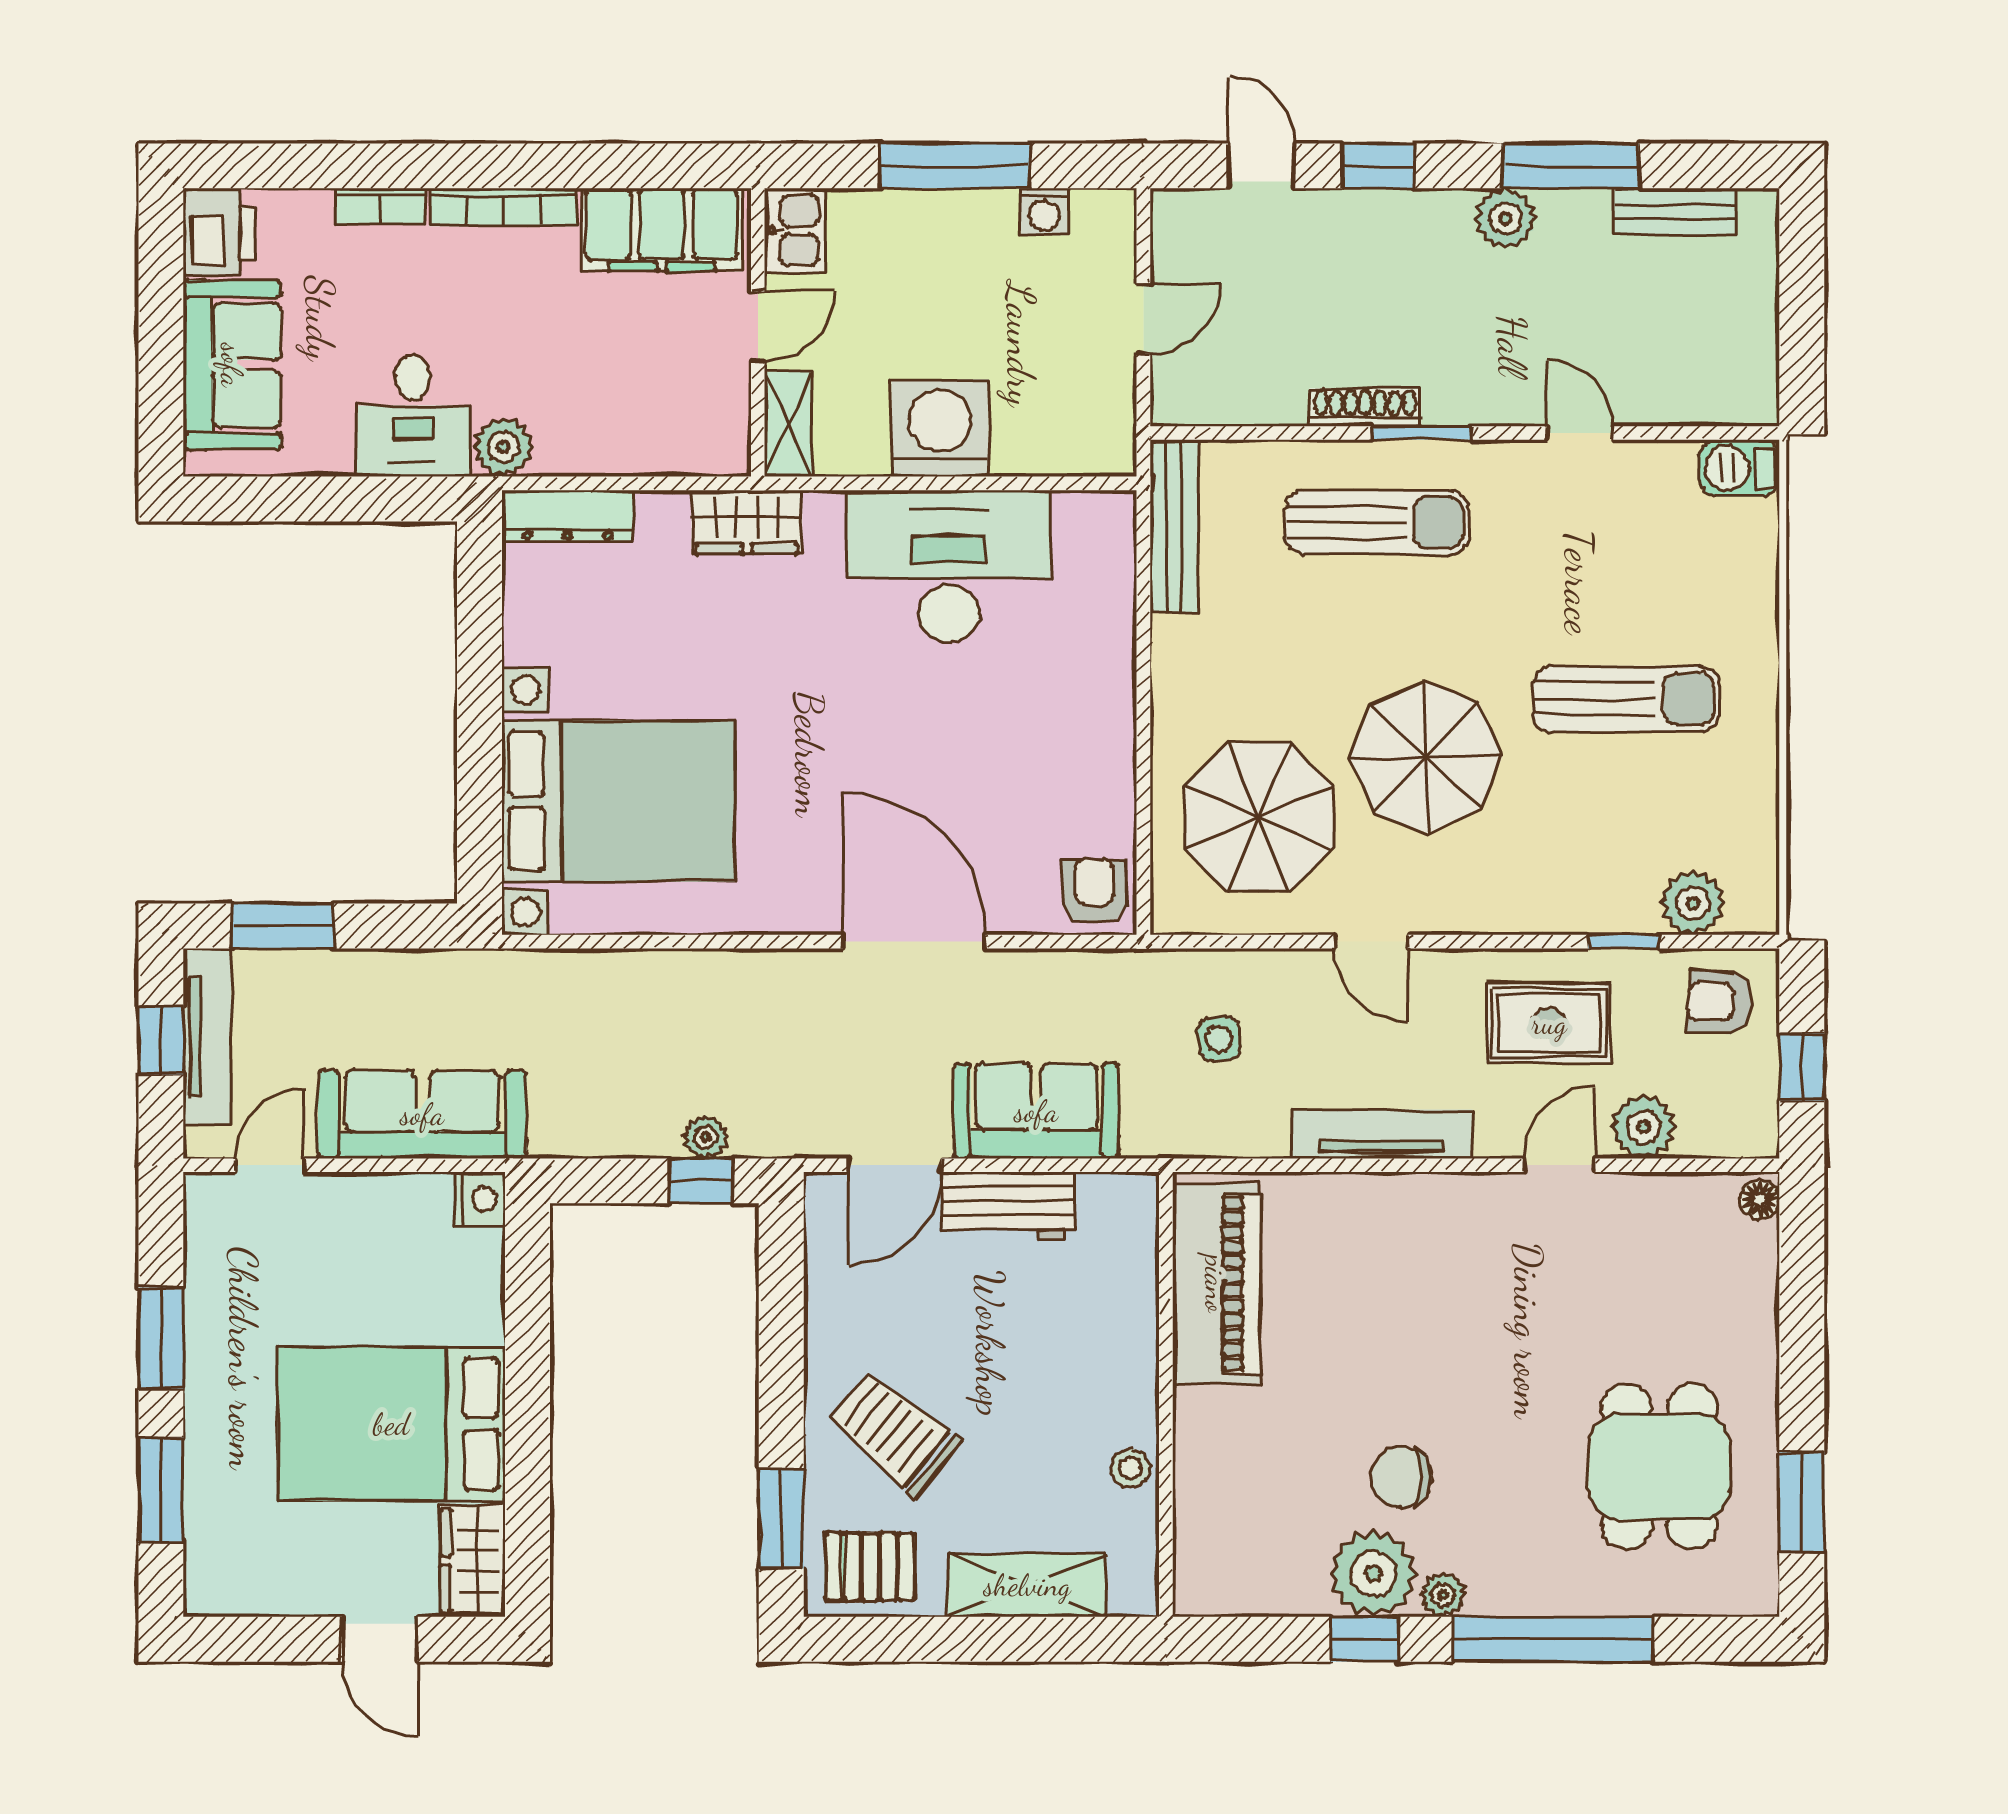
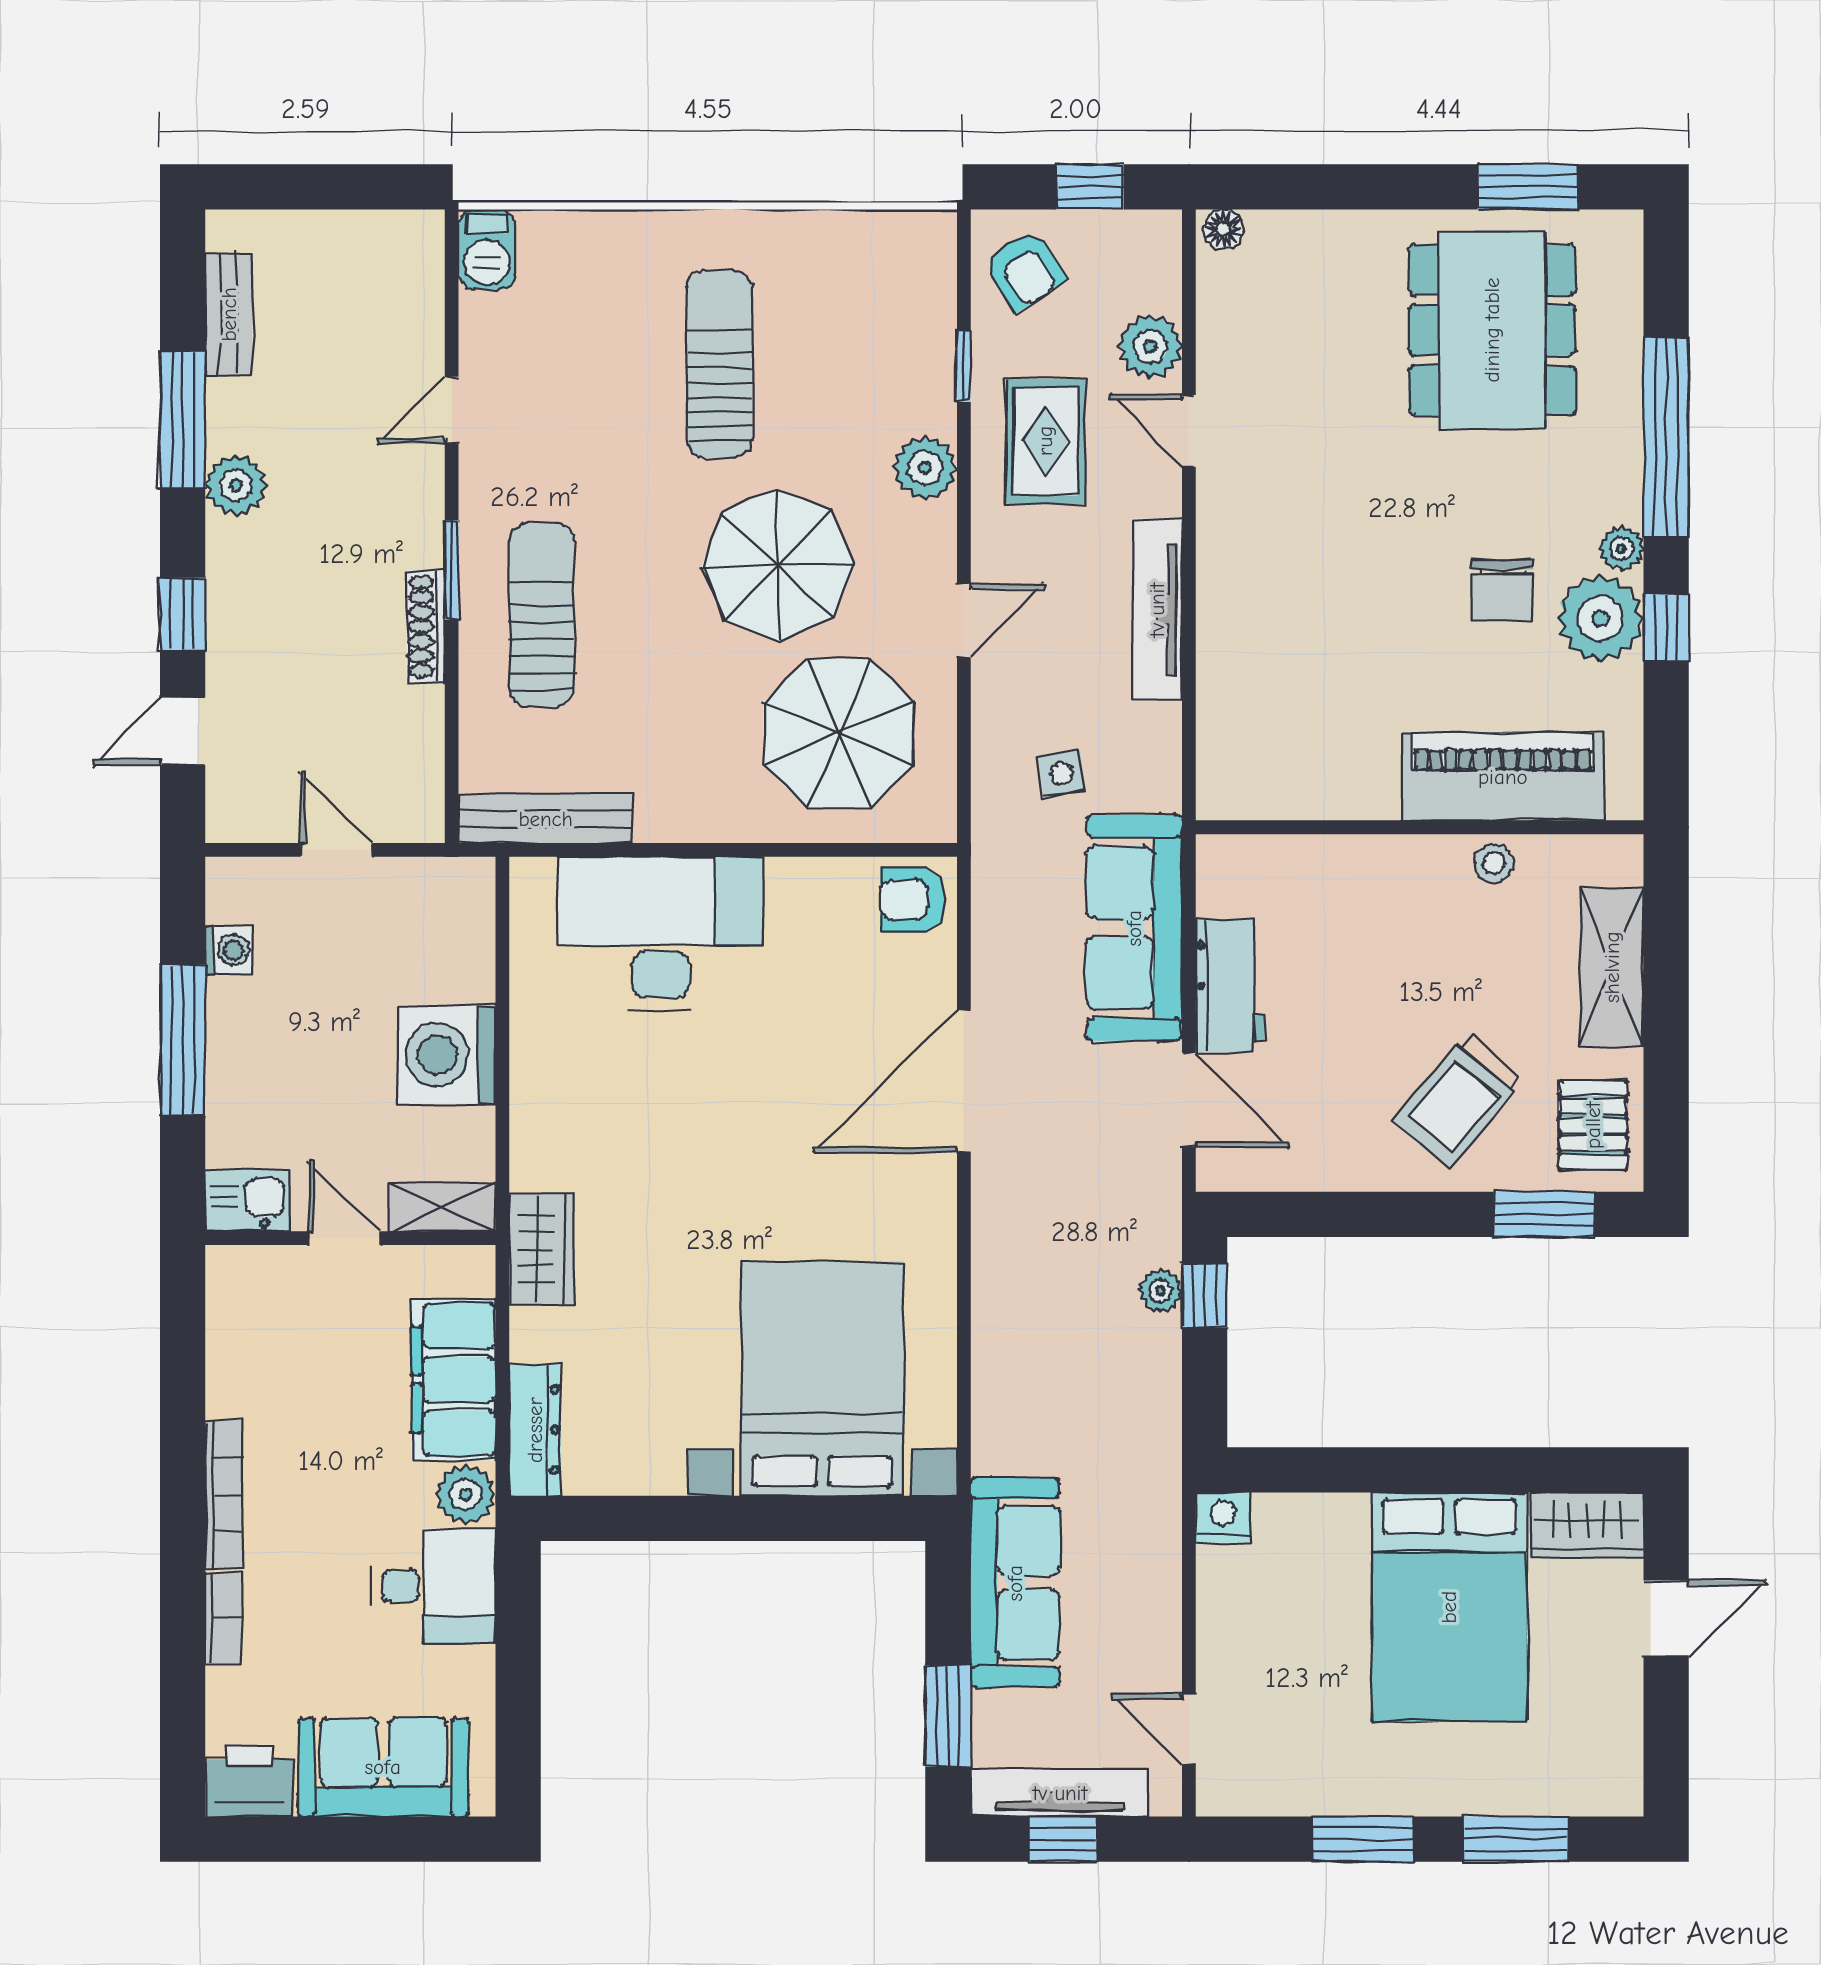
filing cabinet: (662, 230) -> (454, 1379), moved, turned 180
desk: (949, 566) -> (661, 933), moved, turned 90
plant: (1693, 903) -> (925, 468), moved
armchair: (1719, 1002) -> (1025, 270), turned -36
sofa: (1036, 1111) -> (1134, 928), width x1.36
sofa: (422, 1114) -> (1015, 1583), moved, turned 180
piano: (1216, 1284) -> (1503, 777), moved
dining table: (1659, 1467) -> (1492, 330), width x1.38

